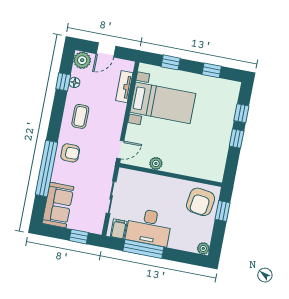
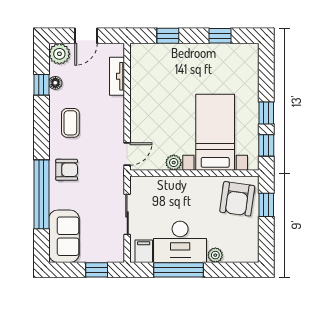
bed with nightstands: (163, 103) -> (215, 132), moved, turned -90
window: (241, 113) -> (266, 145), moved
plant: (203, 248) -> (215, 255), moved

